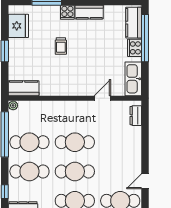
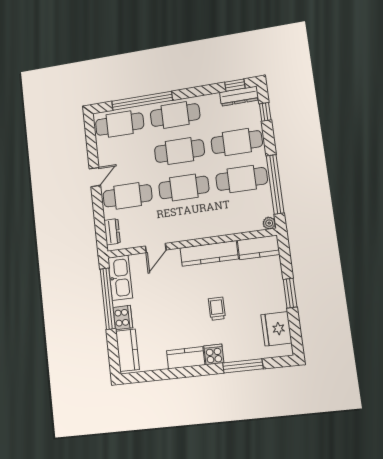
window: (145, 38) -> (108, 299), moved
kitchen counter: (62, 88) -> (209, 253), added
cafe table: (120, 142) -> (127, 196), added
door: (145, 181) -> (95, 177), moved

